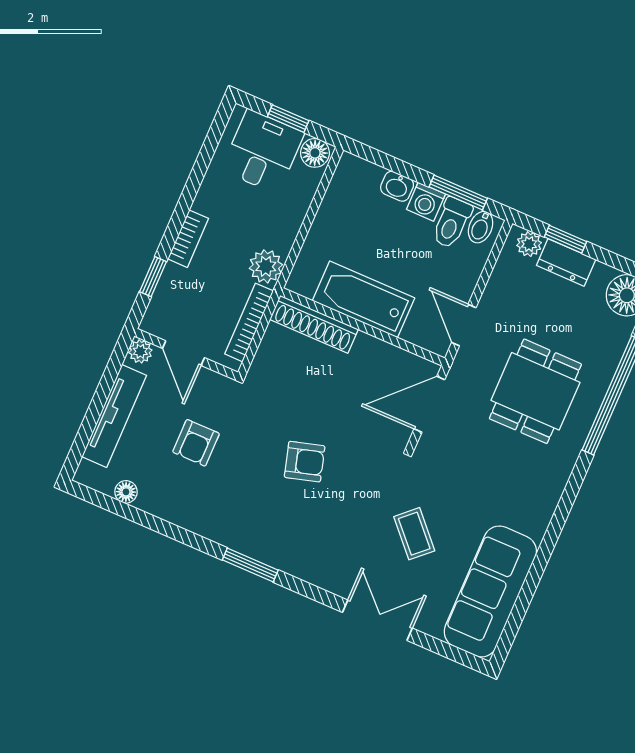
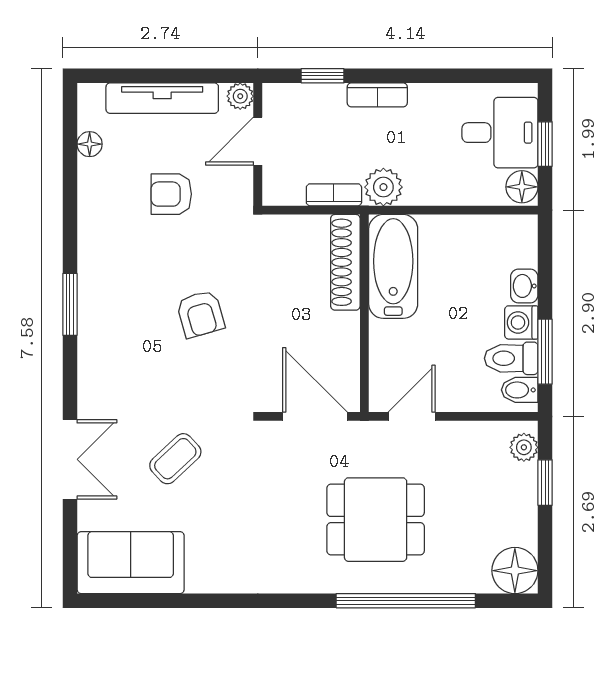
dresser: (566, 262) -> (522, 493), removed
bathtub: (364, 299) -> (393, 266), moved
bookcase: (249, 322) -> (334, 195), width x0.64
sofa: (490, 592) -> (131, 563), width x0.73

